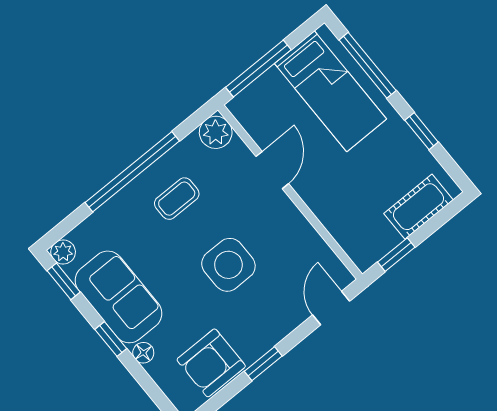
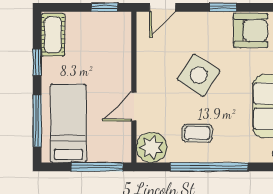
plant: (216, 132) -> (152, 147), width x1.36, depth x1.36
cot: (419, 207) -> (53, 35), moved, turned 90
side table: (228, 265) -> (199, 75), turned 33

